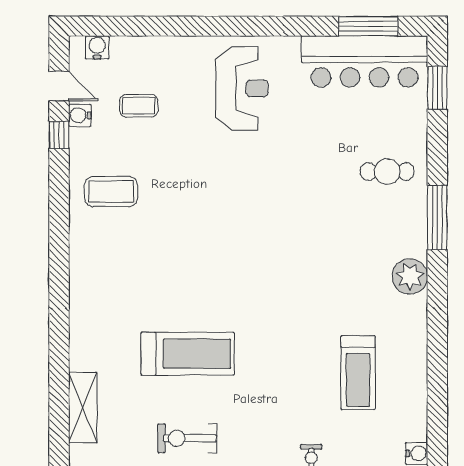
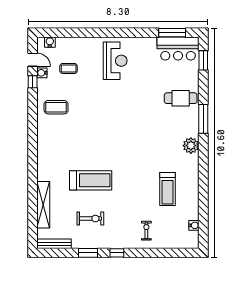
bar counter: (365, 61) -> (178, 49), width x0.73
cafe table: (387, 172) -> (181, 98), width x1.37, depth x1.35
shelving: (83, 408) -> (43, 205), width x1.47
exercise bike: (187, 438) -> (90, 219), turned 180

